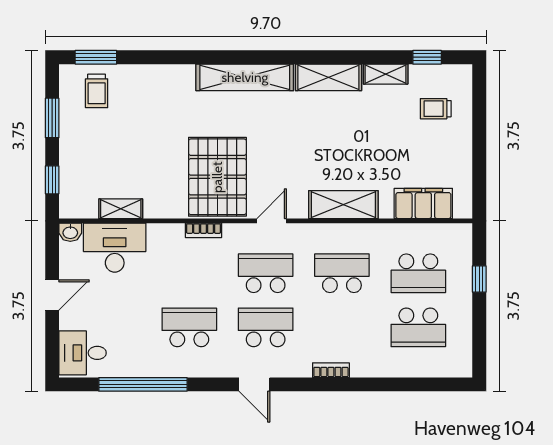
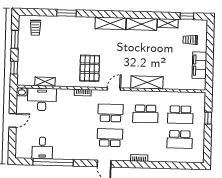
window: (96, 57) -> (66, 13), moved
shelving: (245, 77) -> (110, 23), width x0.68
pallet: (217, 177) -> (90, 68), width x0.73, depth x0.71
filing cabinet: (423, 203) -> (199, 65), moved, turned -90
school desk: (342, 273) -> (145, 114), turned 180
school desk: (189, 327) -> (75, 137), removed
desk: (83, 353) -> (42, 148), moved, turned -90

